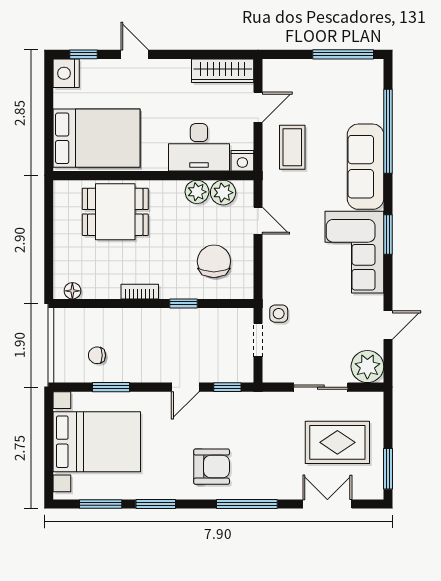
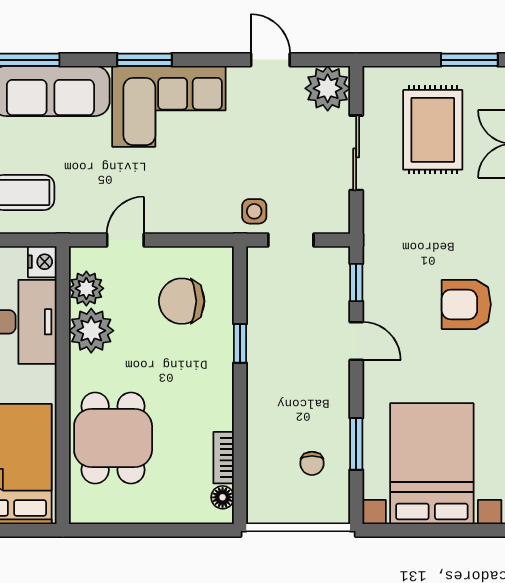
plant: (197, 192) -> (91, 331), width x1.36, depth x1.36
bookcase: (140, 292) -> (224, 458), moved
armchair: (212, 467) -> (466, 304), turned -90

